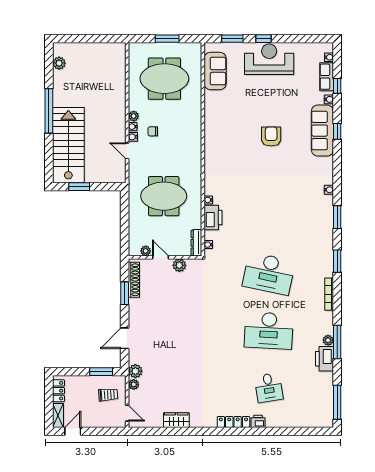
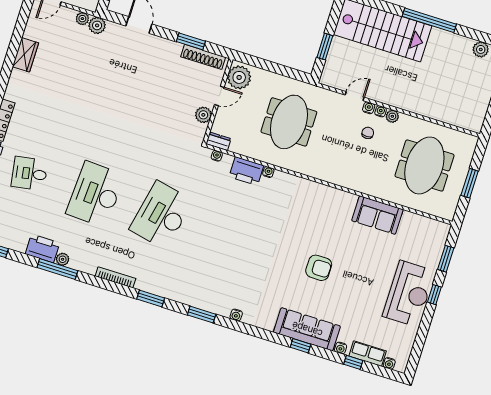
sofa: (215, 71) -> (377, 215), moved
window: (79, 187) -> (325, 47), moved
dresser: (196, 243) -> (218, 141), width x0.70
plant: (146, 251) -> (239, 77), width x1.88, depth x1.88

